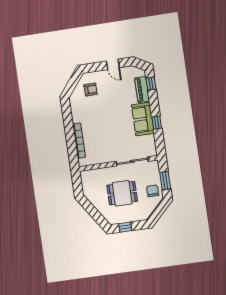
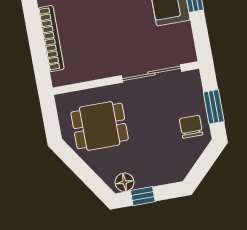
dining table: (122, 193) -> (100, 126), moved
floor lamp: (116, 219) -> (125, 182), added

